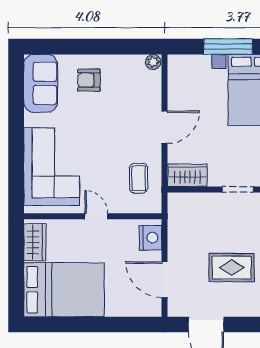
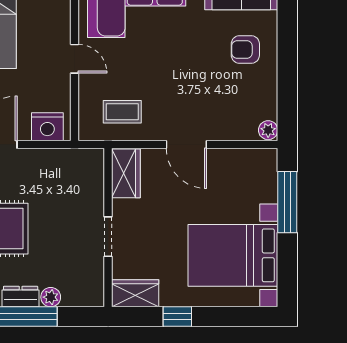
window: (228, 47) -> (287, 202), moved
armchair: (89, 80) -> (245, 49), turned -90
door: (96, 216) -> (74, 59), hinge flipped

